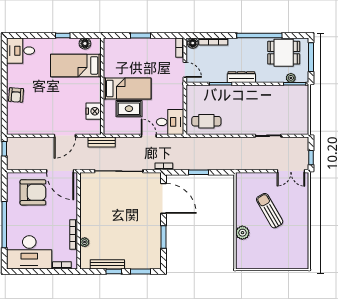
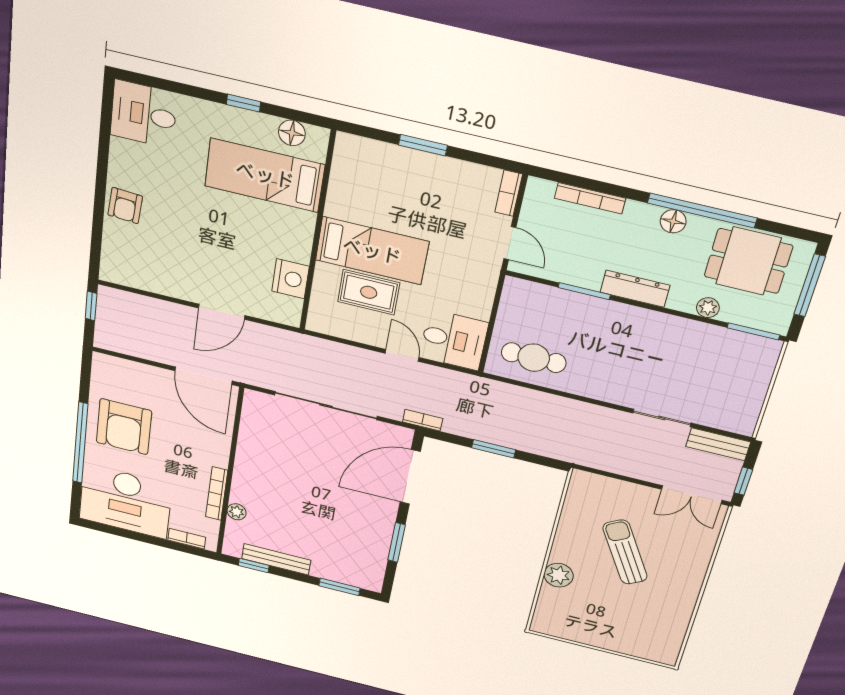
floor lamp: (193, 43) -> (673, 221), moved
plant: (291, 78) -> (708, 308), moved
bench: (102, 142) -> (718, 444), moved
armchair: (33, 192) -> (124, 427), moved, turned 90
door: (164, 198) -> (410, 477), swing flipped
window: (114, 271) -> (254, 566), moved

